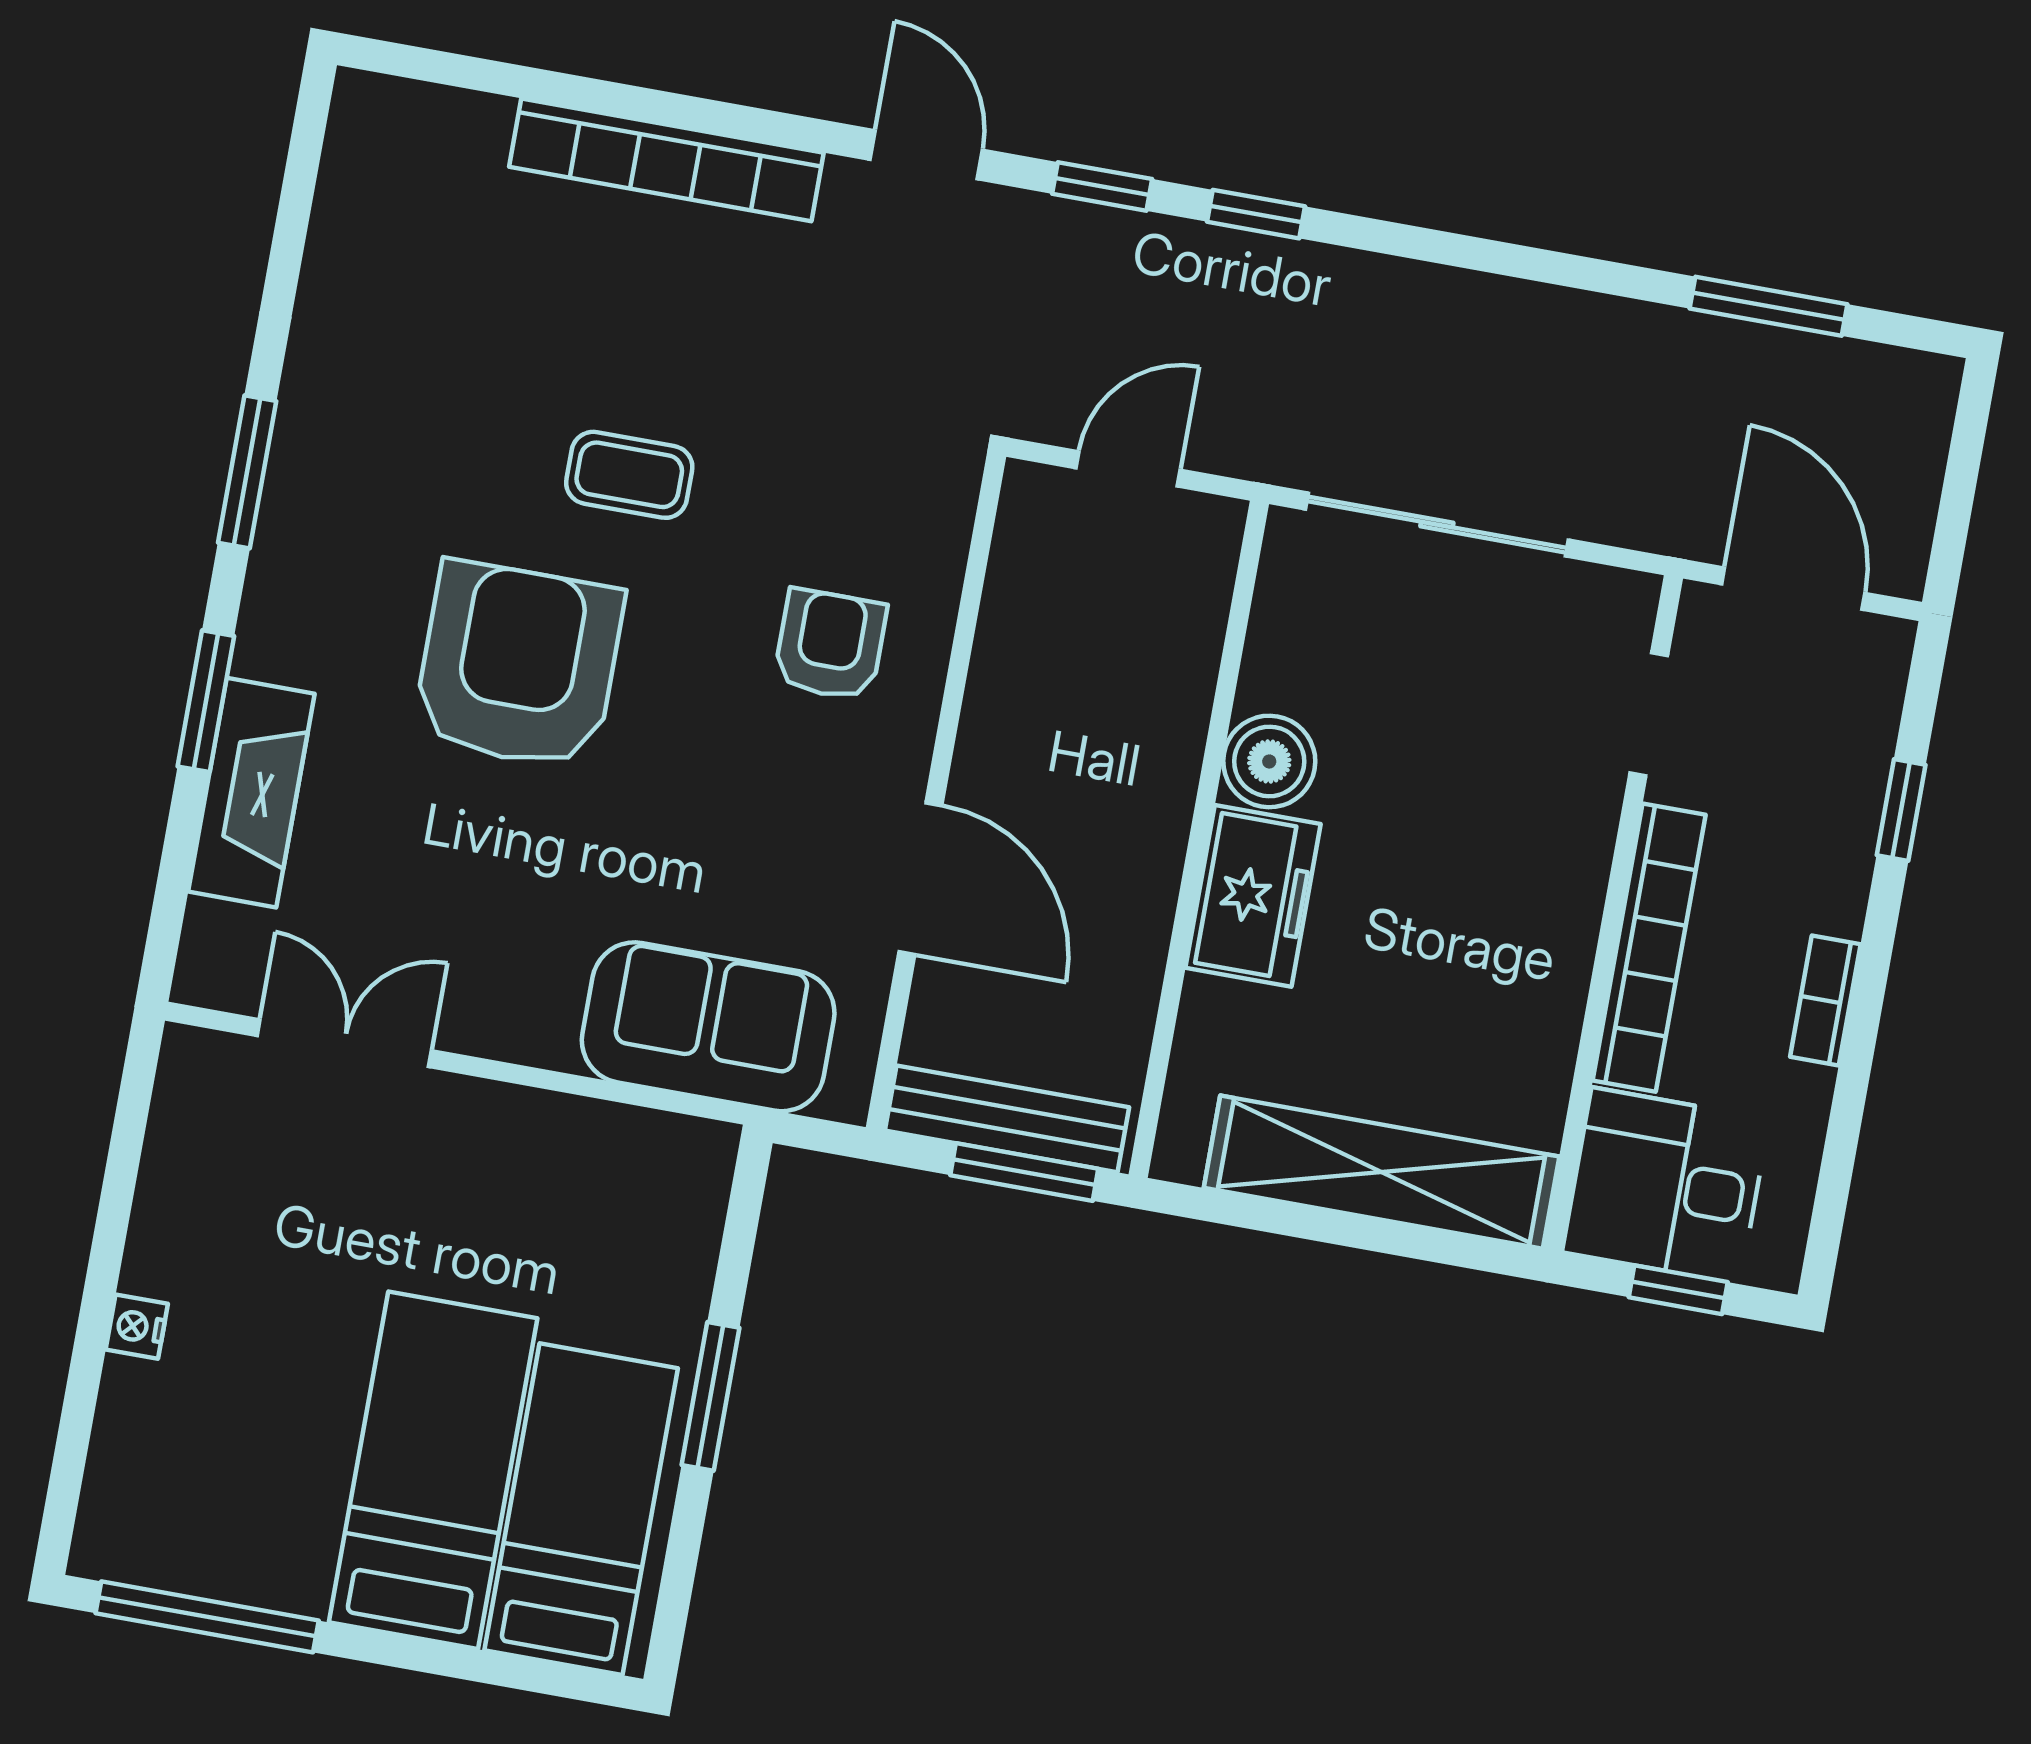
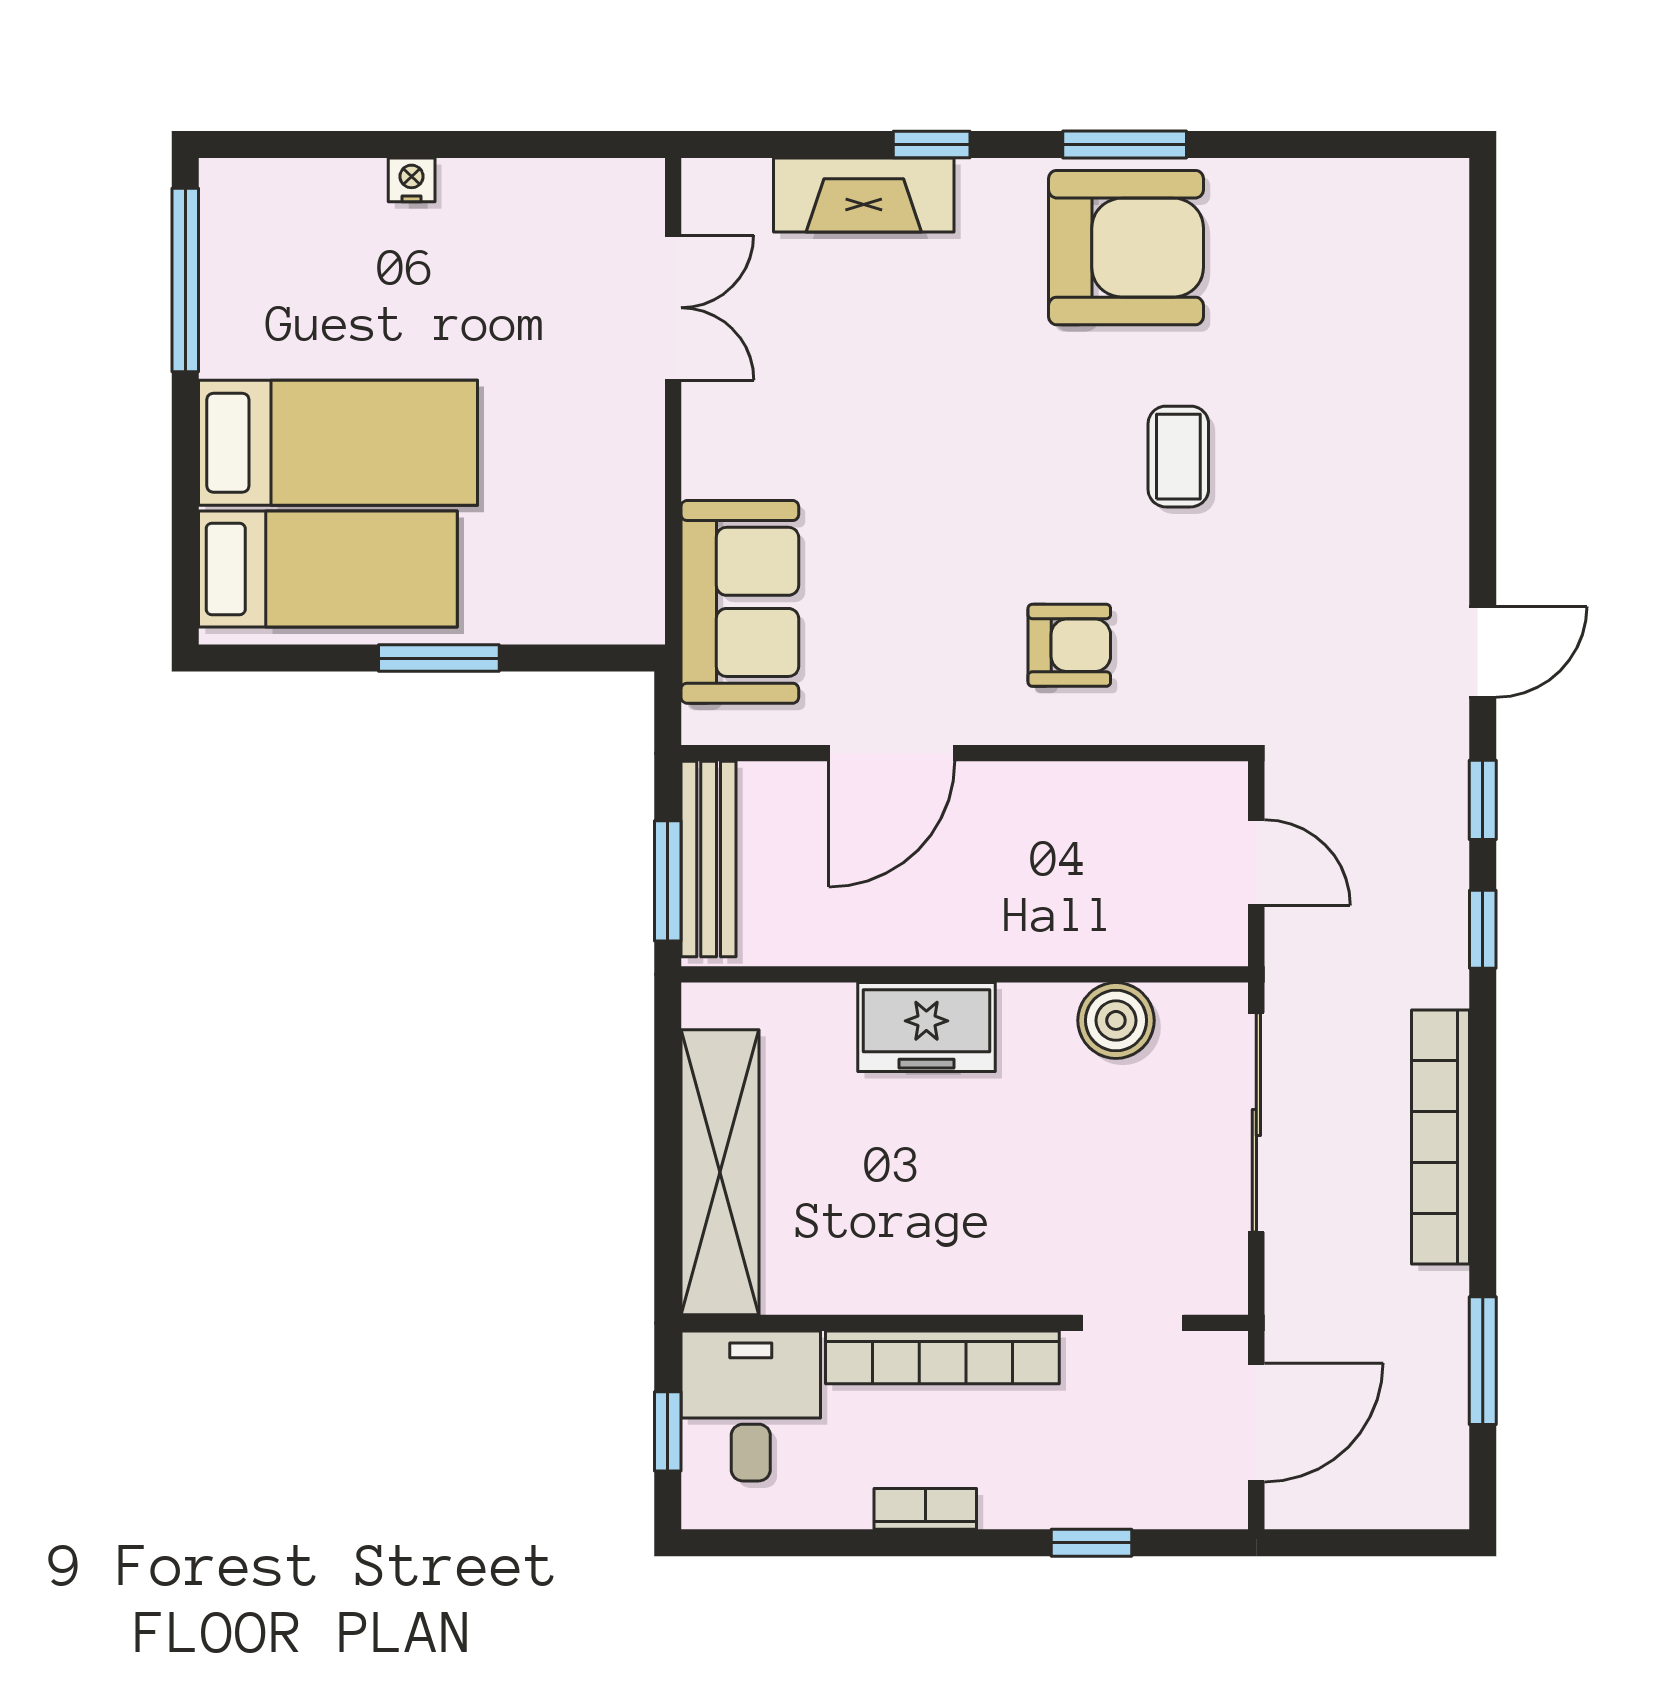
bookcase: (666, 160) -> (1441, 1137), moved
armchair: (518, 665) -> (1126, 248), moved
window: (206, 701) -> (932, 145), width x0.67
boiler: (1269, 761) -> (1116, 1020), moved

